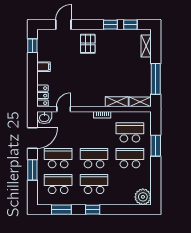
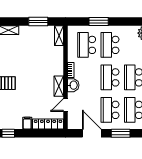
window: (156, 79) -> (38, 22), width x0.69
locker: (43, 96) -> (48, 124), width x1.53
shelving: (117, 102) -> (59, 86), moved
door: (64, 109) -> (66, 105), hinge flipped
washbasin: (44, 118) -> (73, 85), moved

